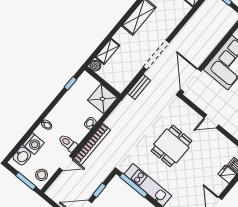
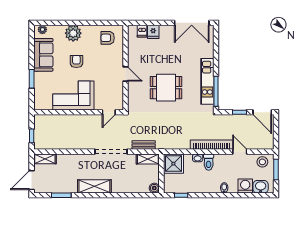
shelving: (108, 51) -> (148, 159), moved
door: (191, 80) -> (109, 112), width x0.53
toilet: (68, 143) -> (209, 162), moved

